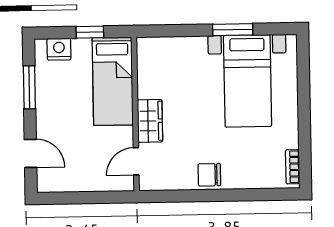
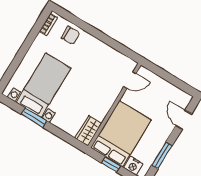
bed: (113, 81) -> (121, 134), width x1.50
wardrobe: (150, 121) -> (88, 131), moved
chair: (209, 175) -> (70, 35), moved

